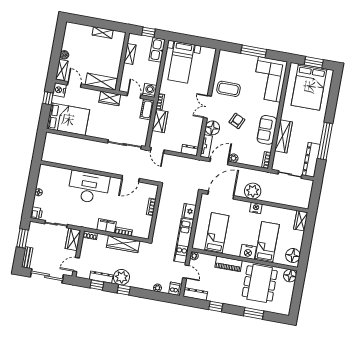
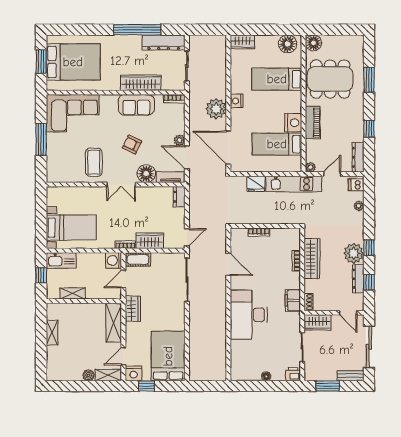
filing cabinet: (107, 226) -> (293, 300), moved
nightstand: (248, 252) -> (293, 123), moved

